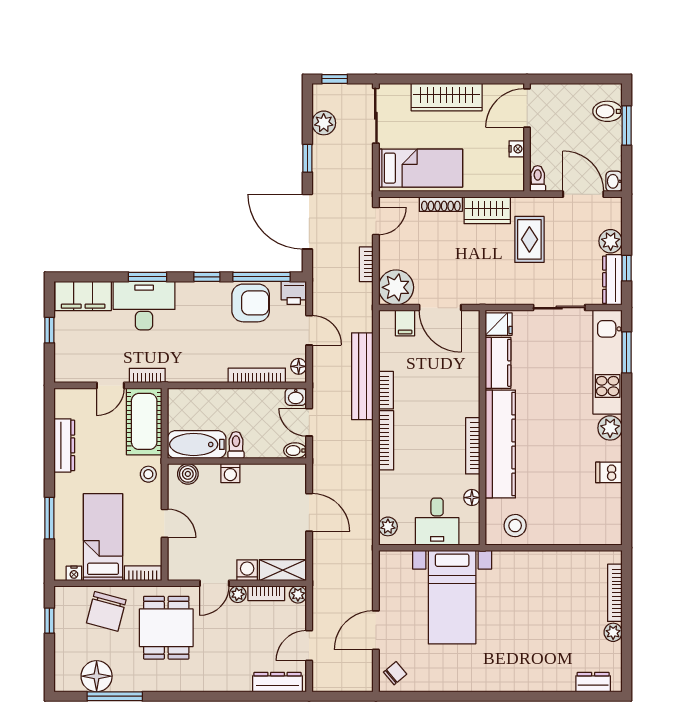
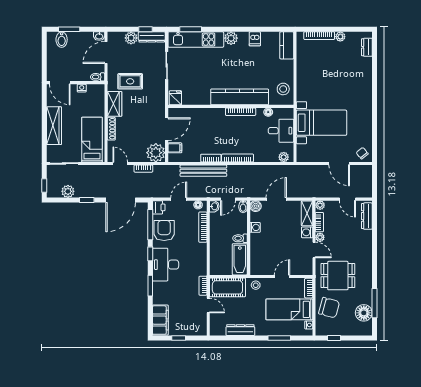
desk: (144, 306) -> (166, 265), moved
kitchen counter: (498, 363) -> (287, 45), moved, turned -90
washing machine: (230, 473) -> (255, 227), moved
boiler: (188, 474) -> (256, 206), moved

